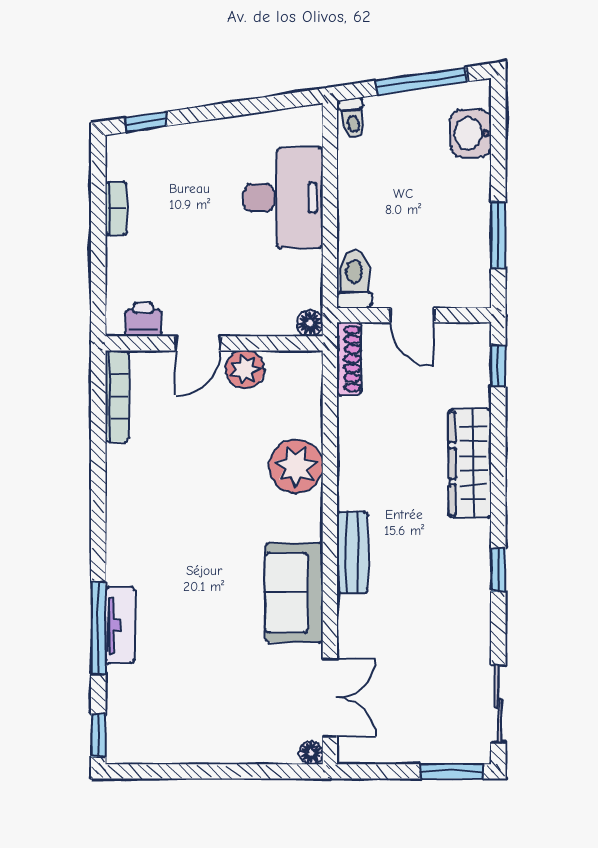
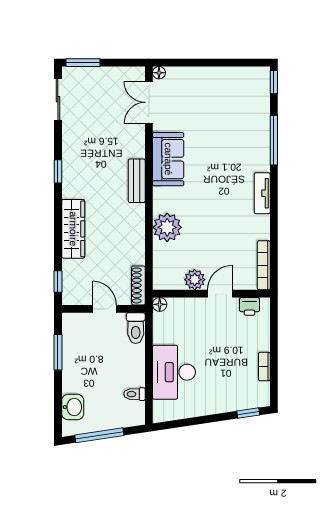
toilet: (353, 118) -> (134, 394), moved, turned -82
tv unit: (120, 625) -> (262, 193), moved

